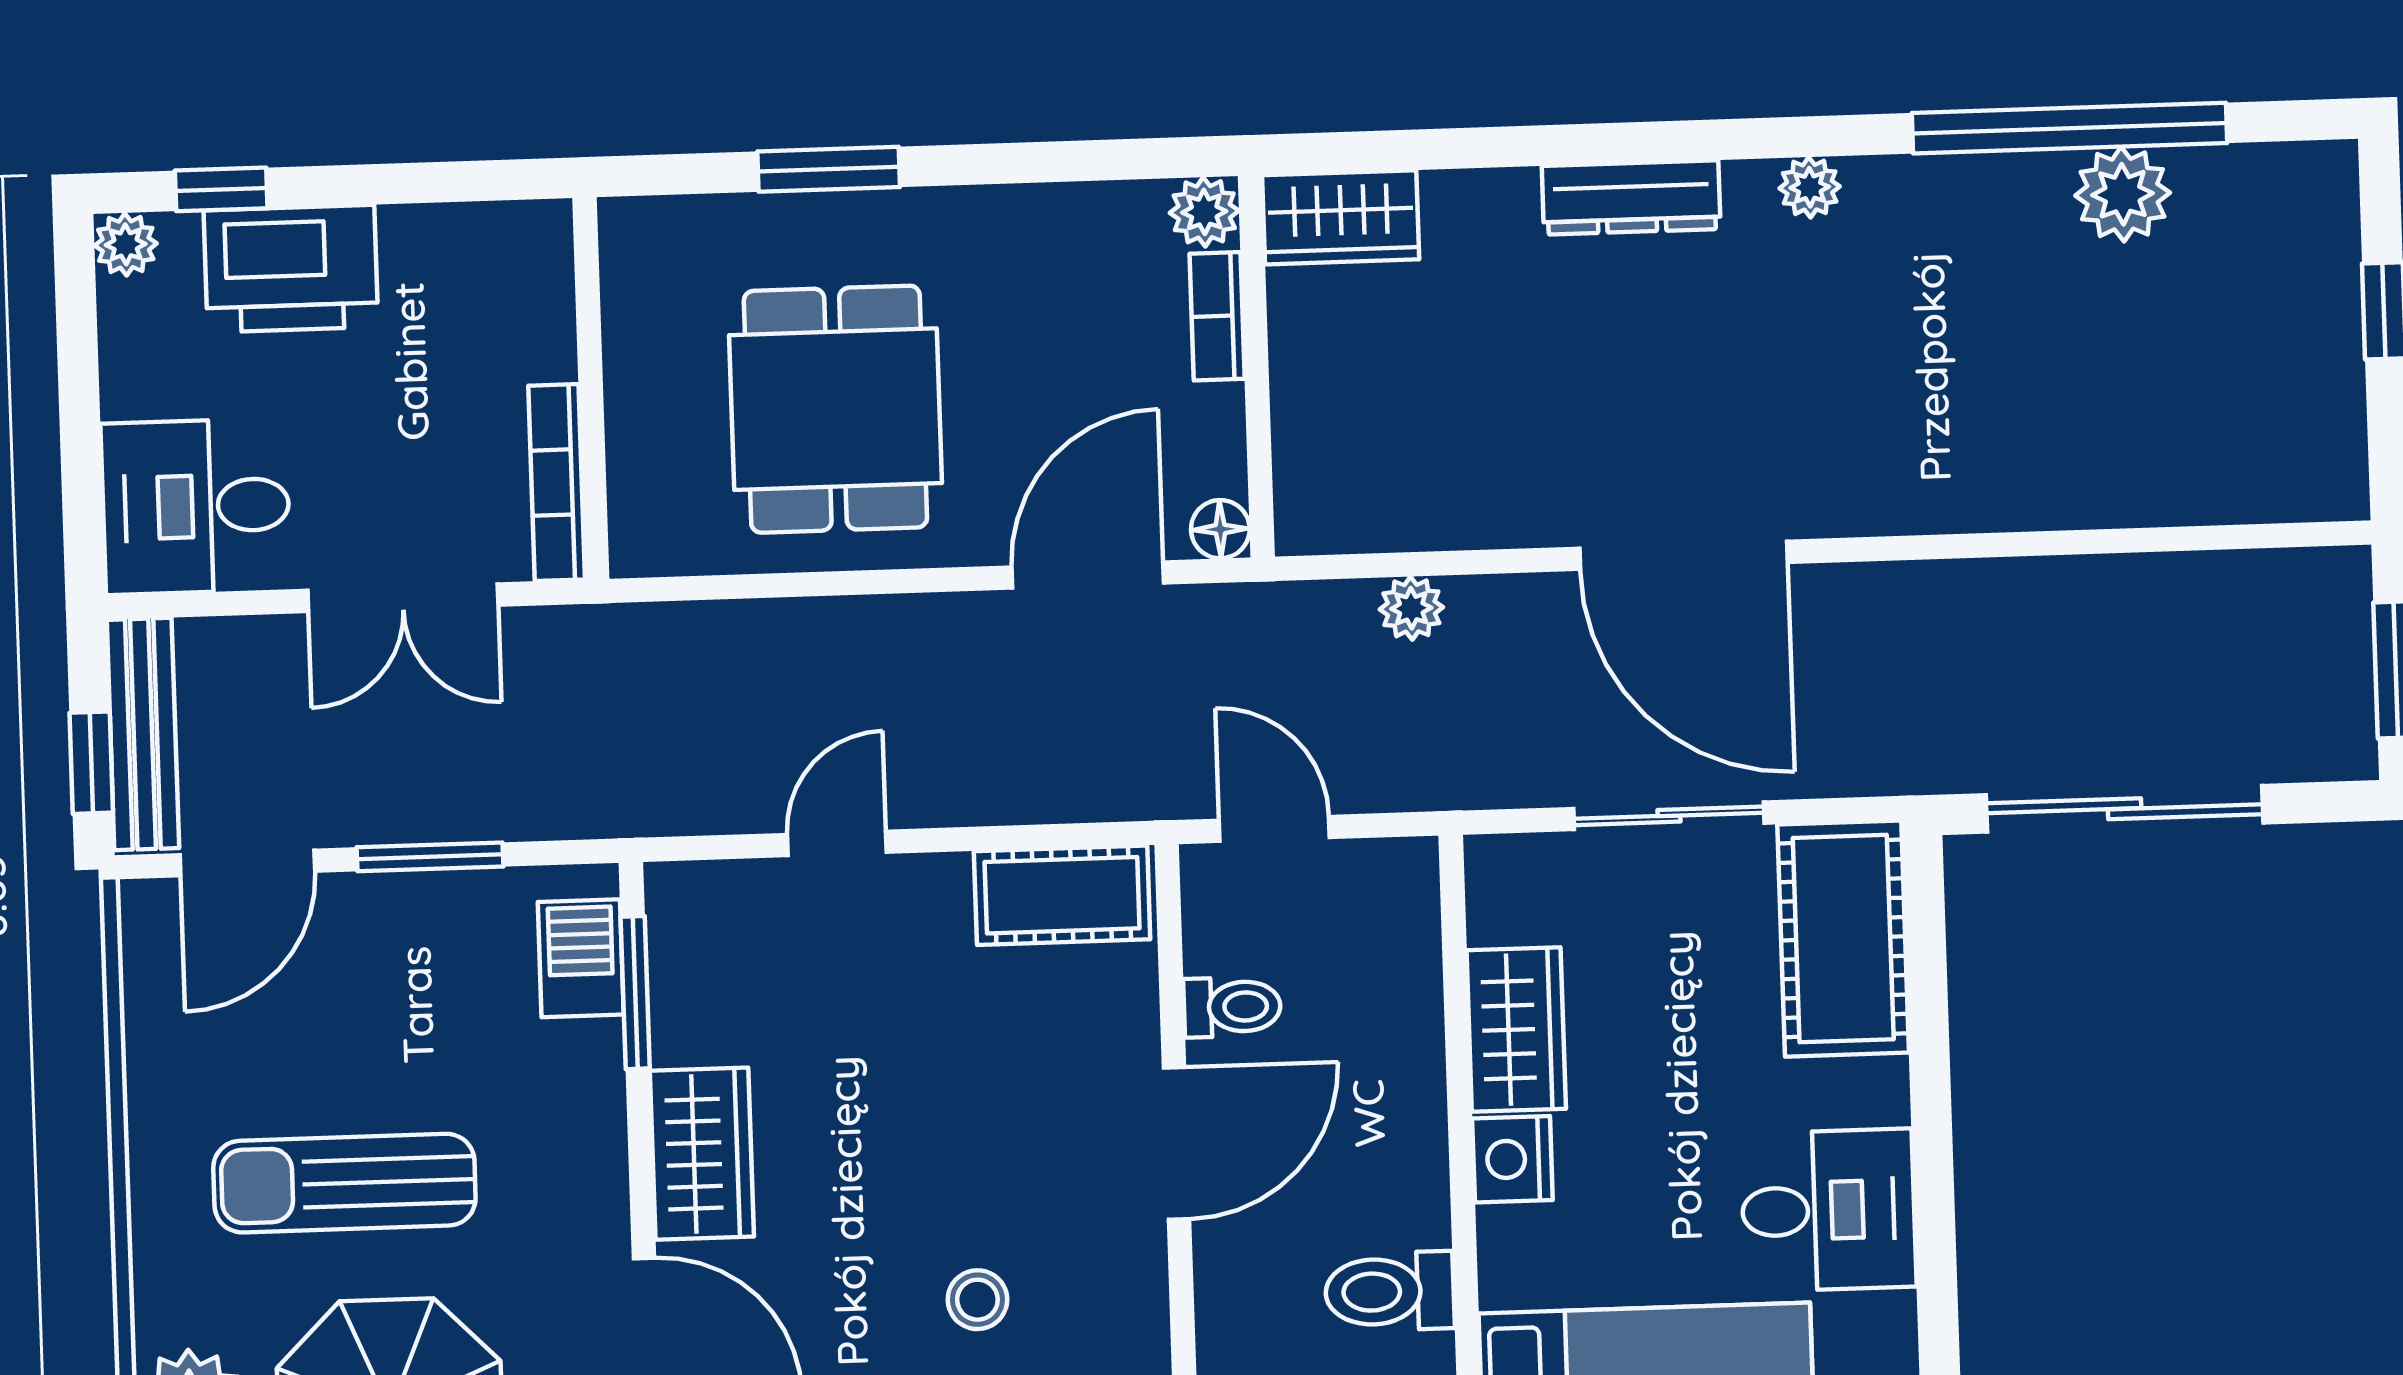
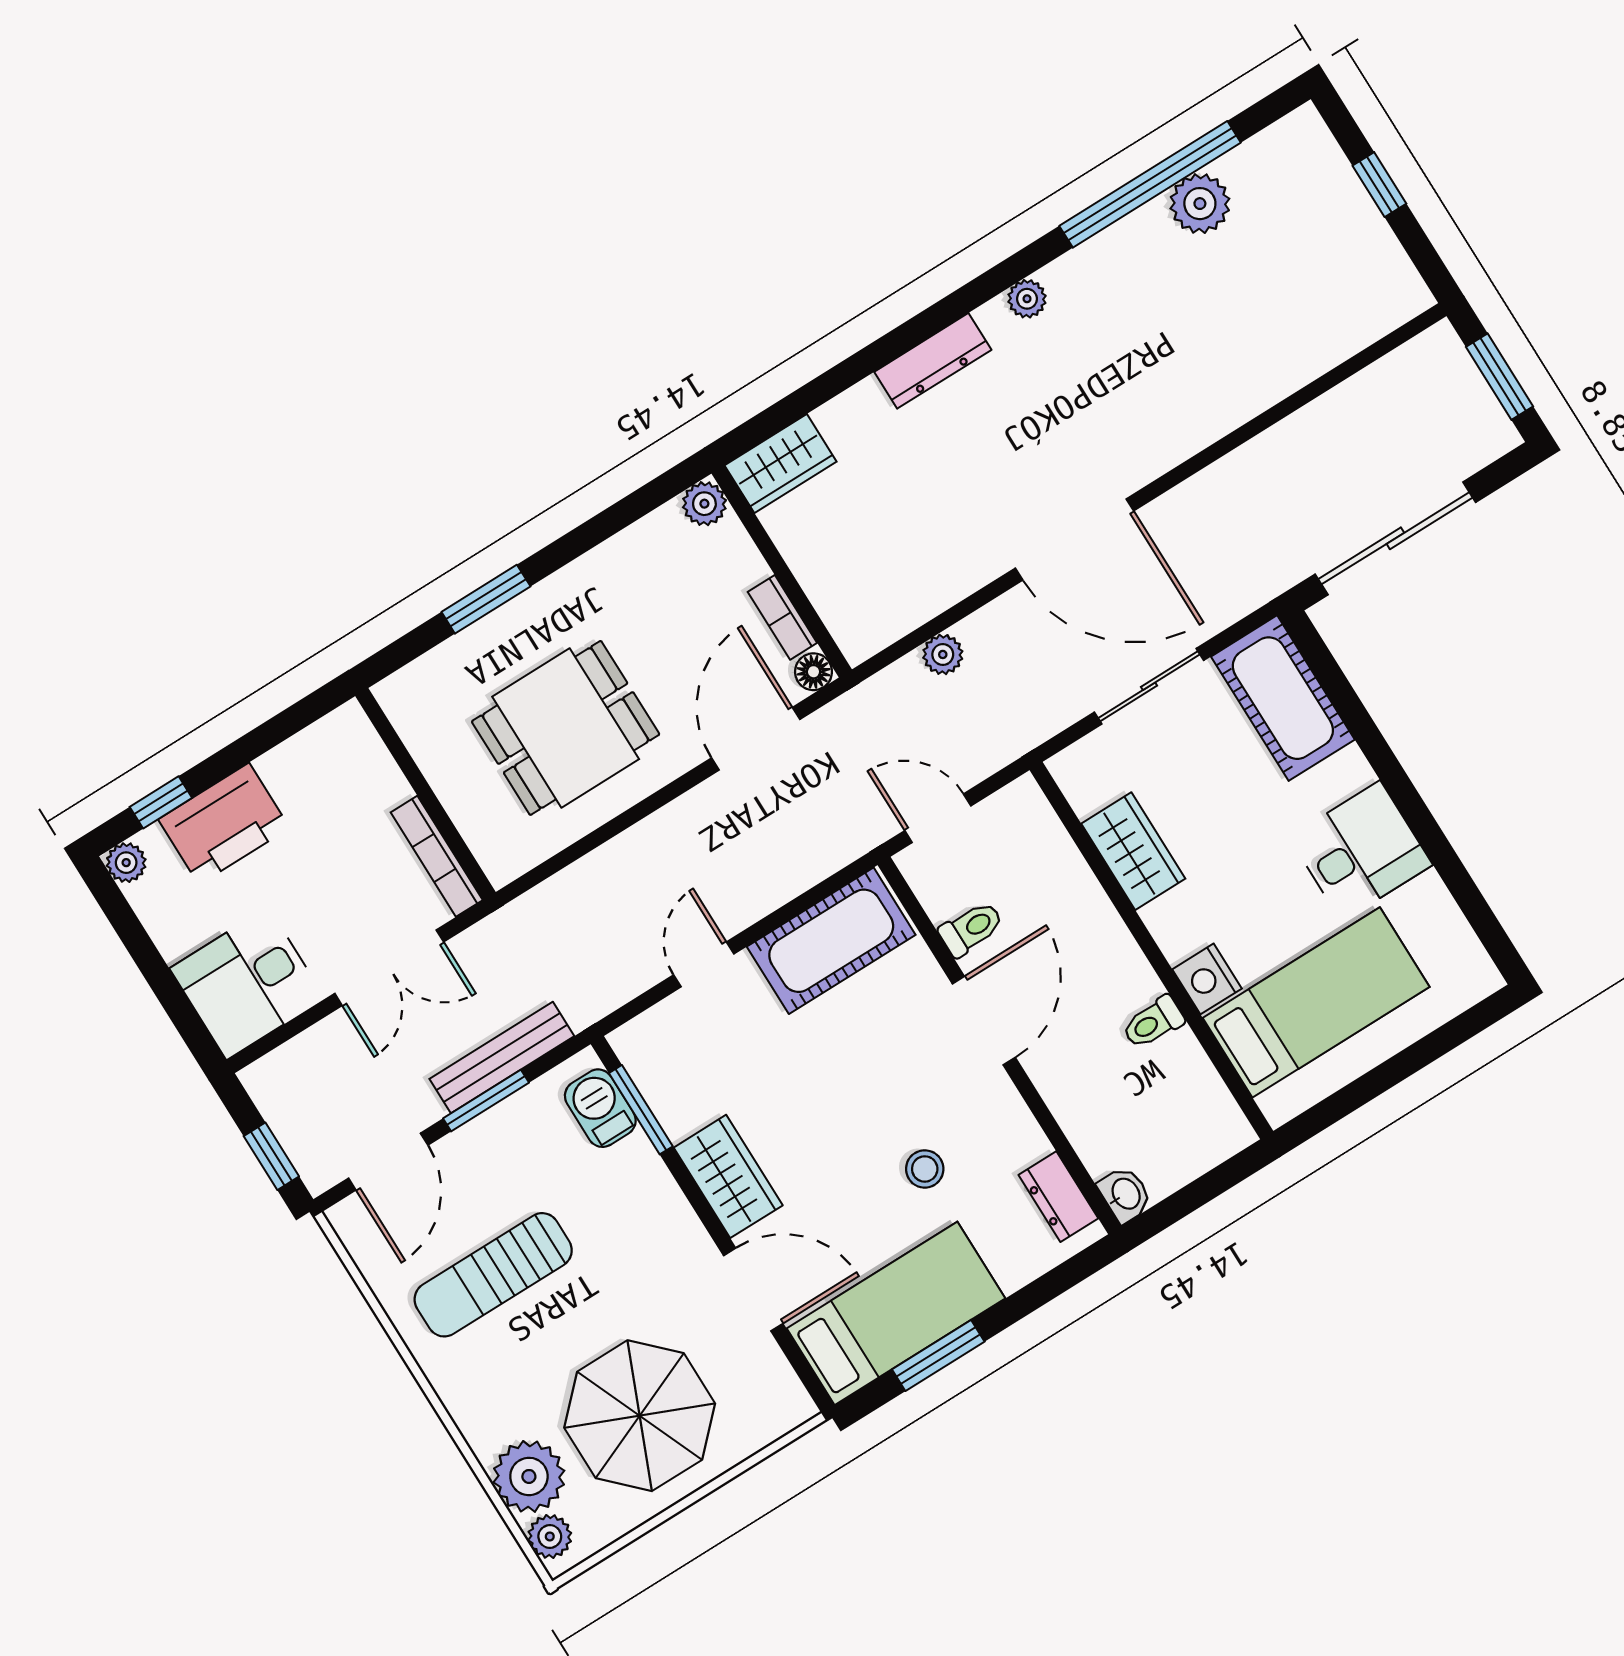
bookcase: (1217, 316) -> (782, 617), moved
dining table: (835, 409) -> (566, 728), turned 90
bench: (143, 734) -> (502, 1058), moved, turned 90
cot: (1062, 895) -> (831, 941), width x1.37, depth x1.34
nightstand: (1512, 1159) -> (1207, 979), moved
sun lounger: (344, 1183) -> (493, 1275), moved
toilet: (1390, 1291) -> (1153, 1023), width x0.73, depth x0.72

